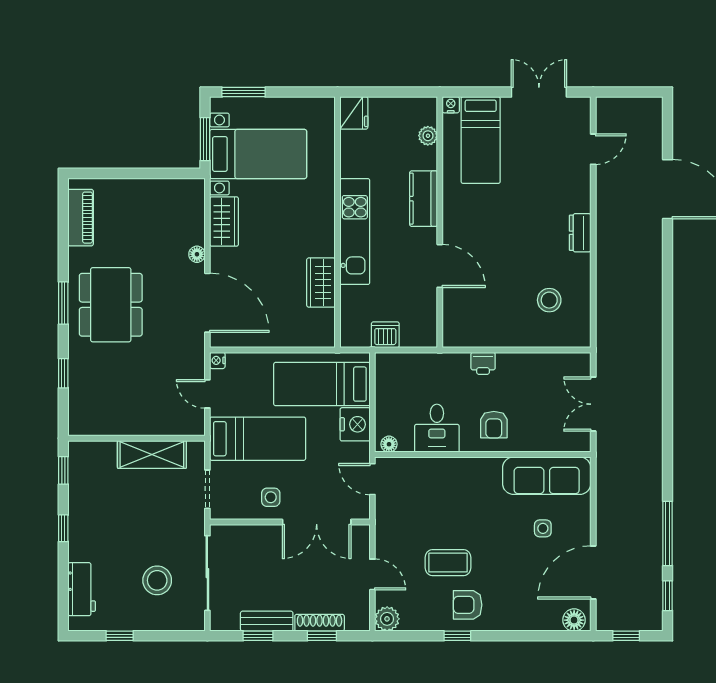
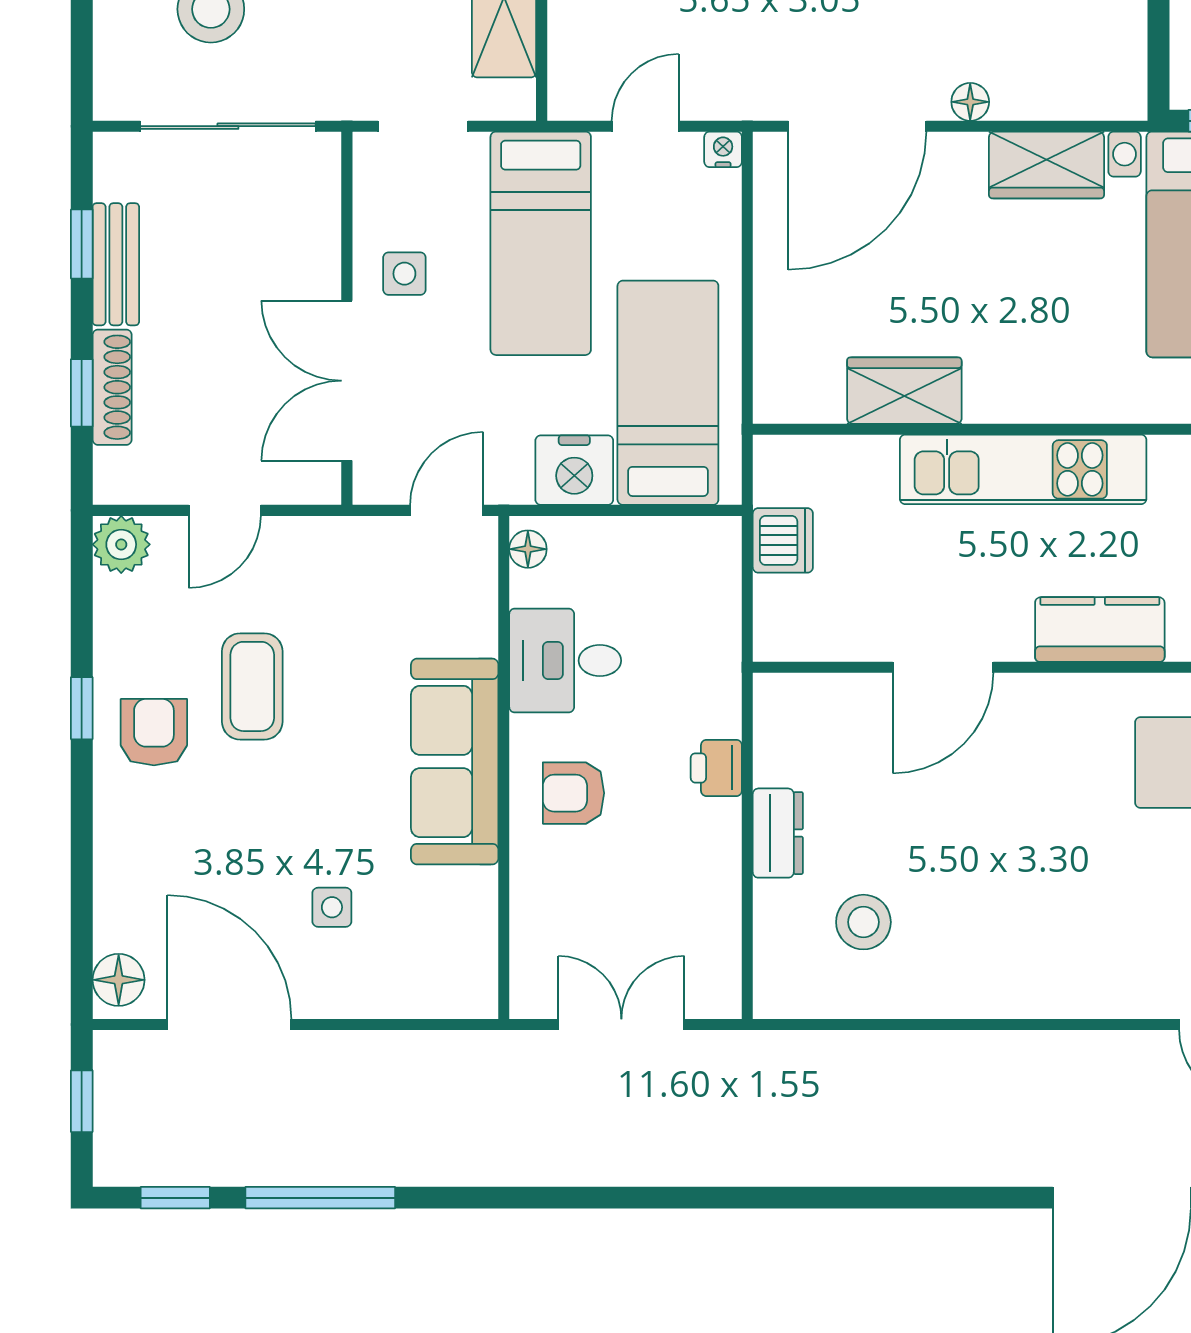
dresser: (580, 233) -> (778, 833), moved, turned 90
sofa: (547, 476) -> (455, 761), moved

